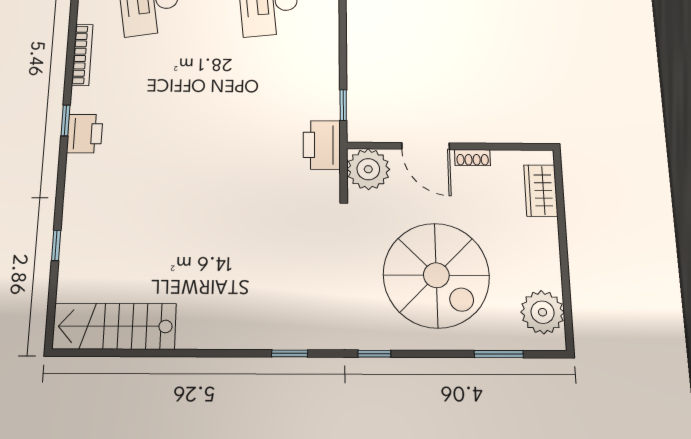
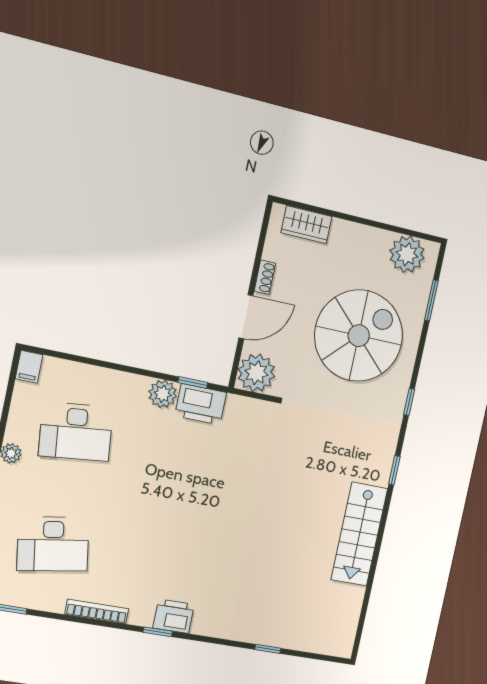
plant: (325, 77) -> (163, 394), added
printer: (322, 145) -> (201, 404), moved
stairs: (114, 326) -> (359, 534), moved

